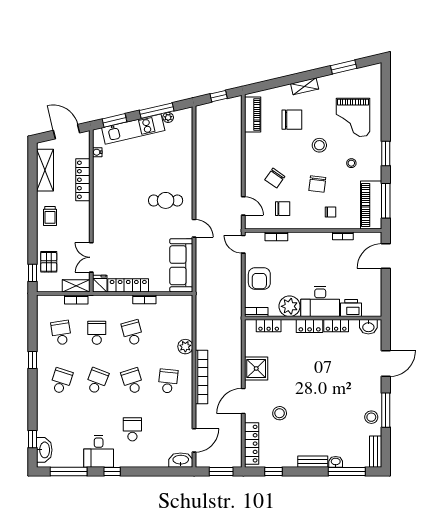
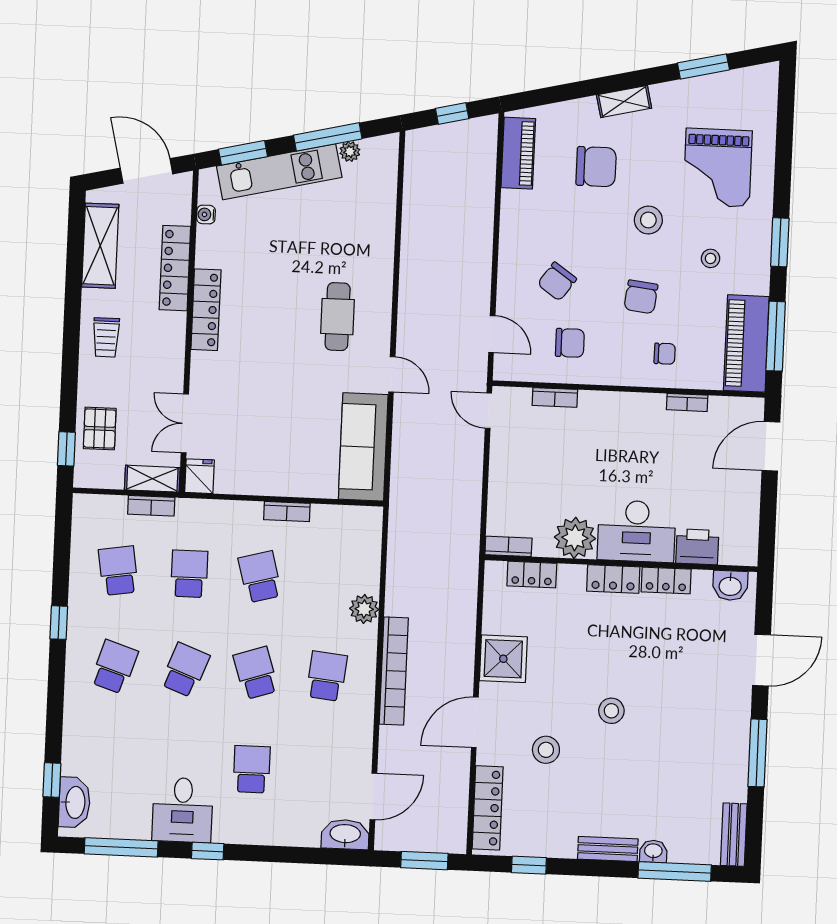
cafe table: (166, 200) -> (338, 317), turned 90
armchair: (259, 278) -> (517, 480), removed
locker: (128, 285) -> (206, 310), moved, turned 90
stool: (371, 417) -> (611, 711), moved

